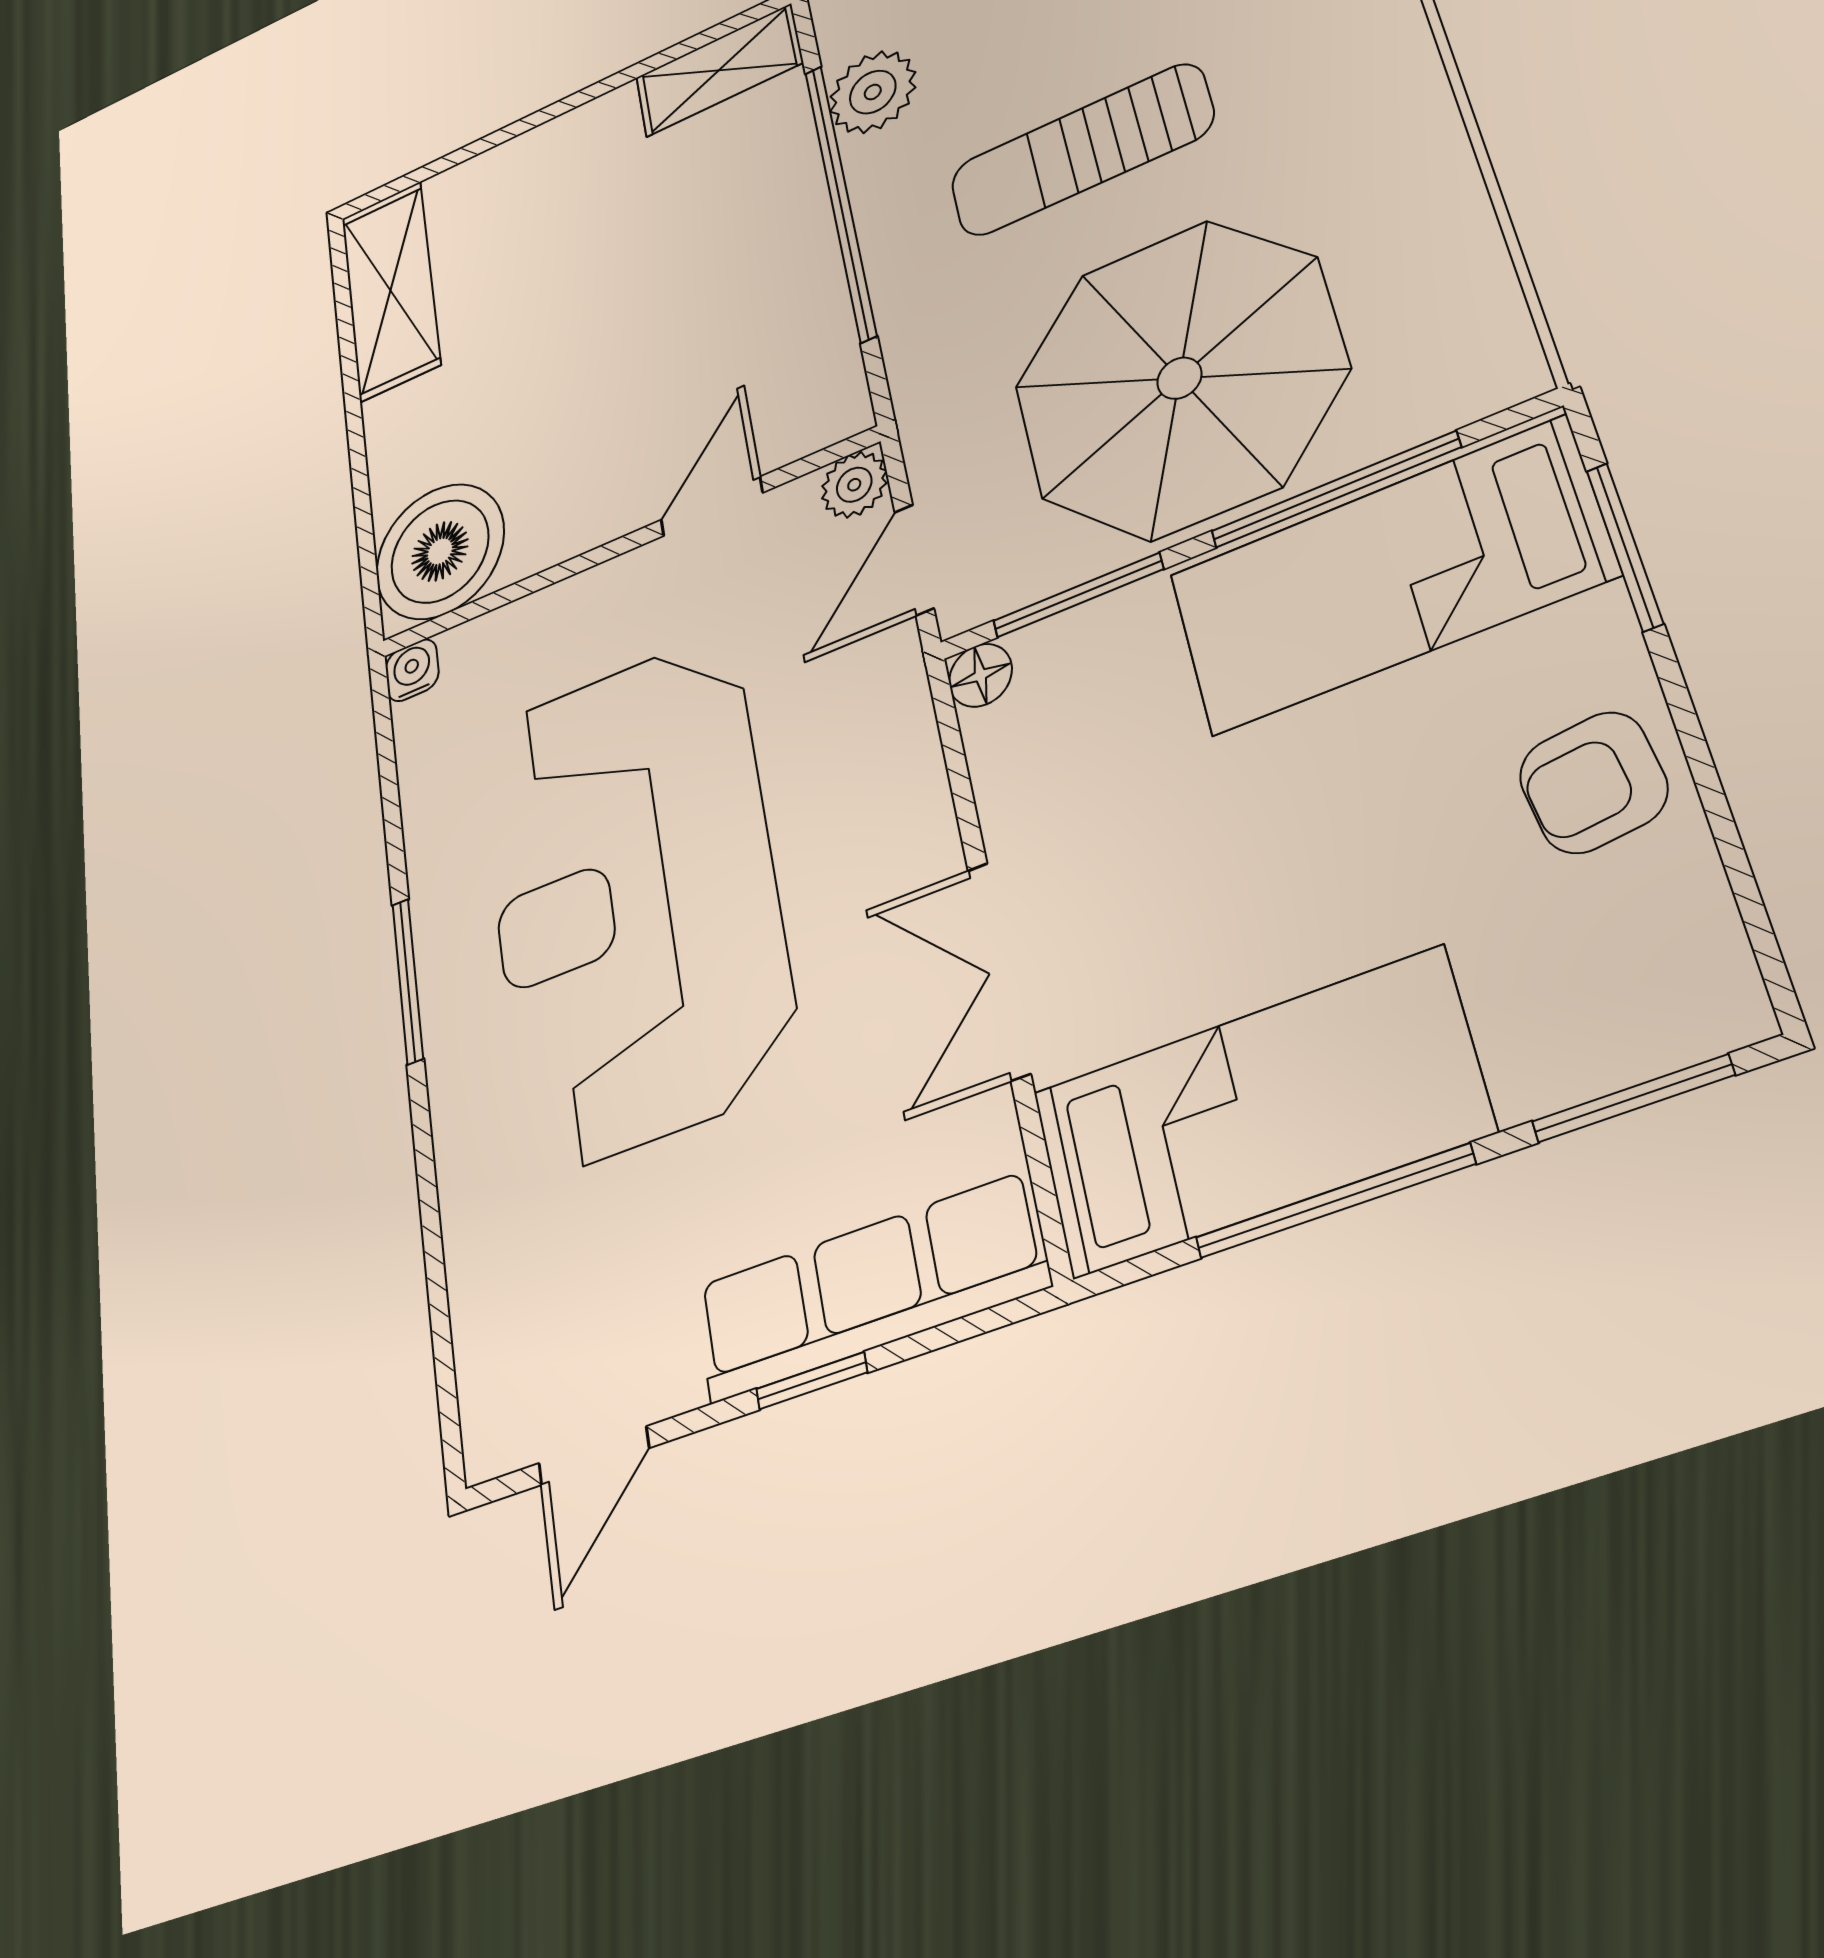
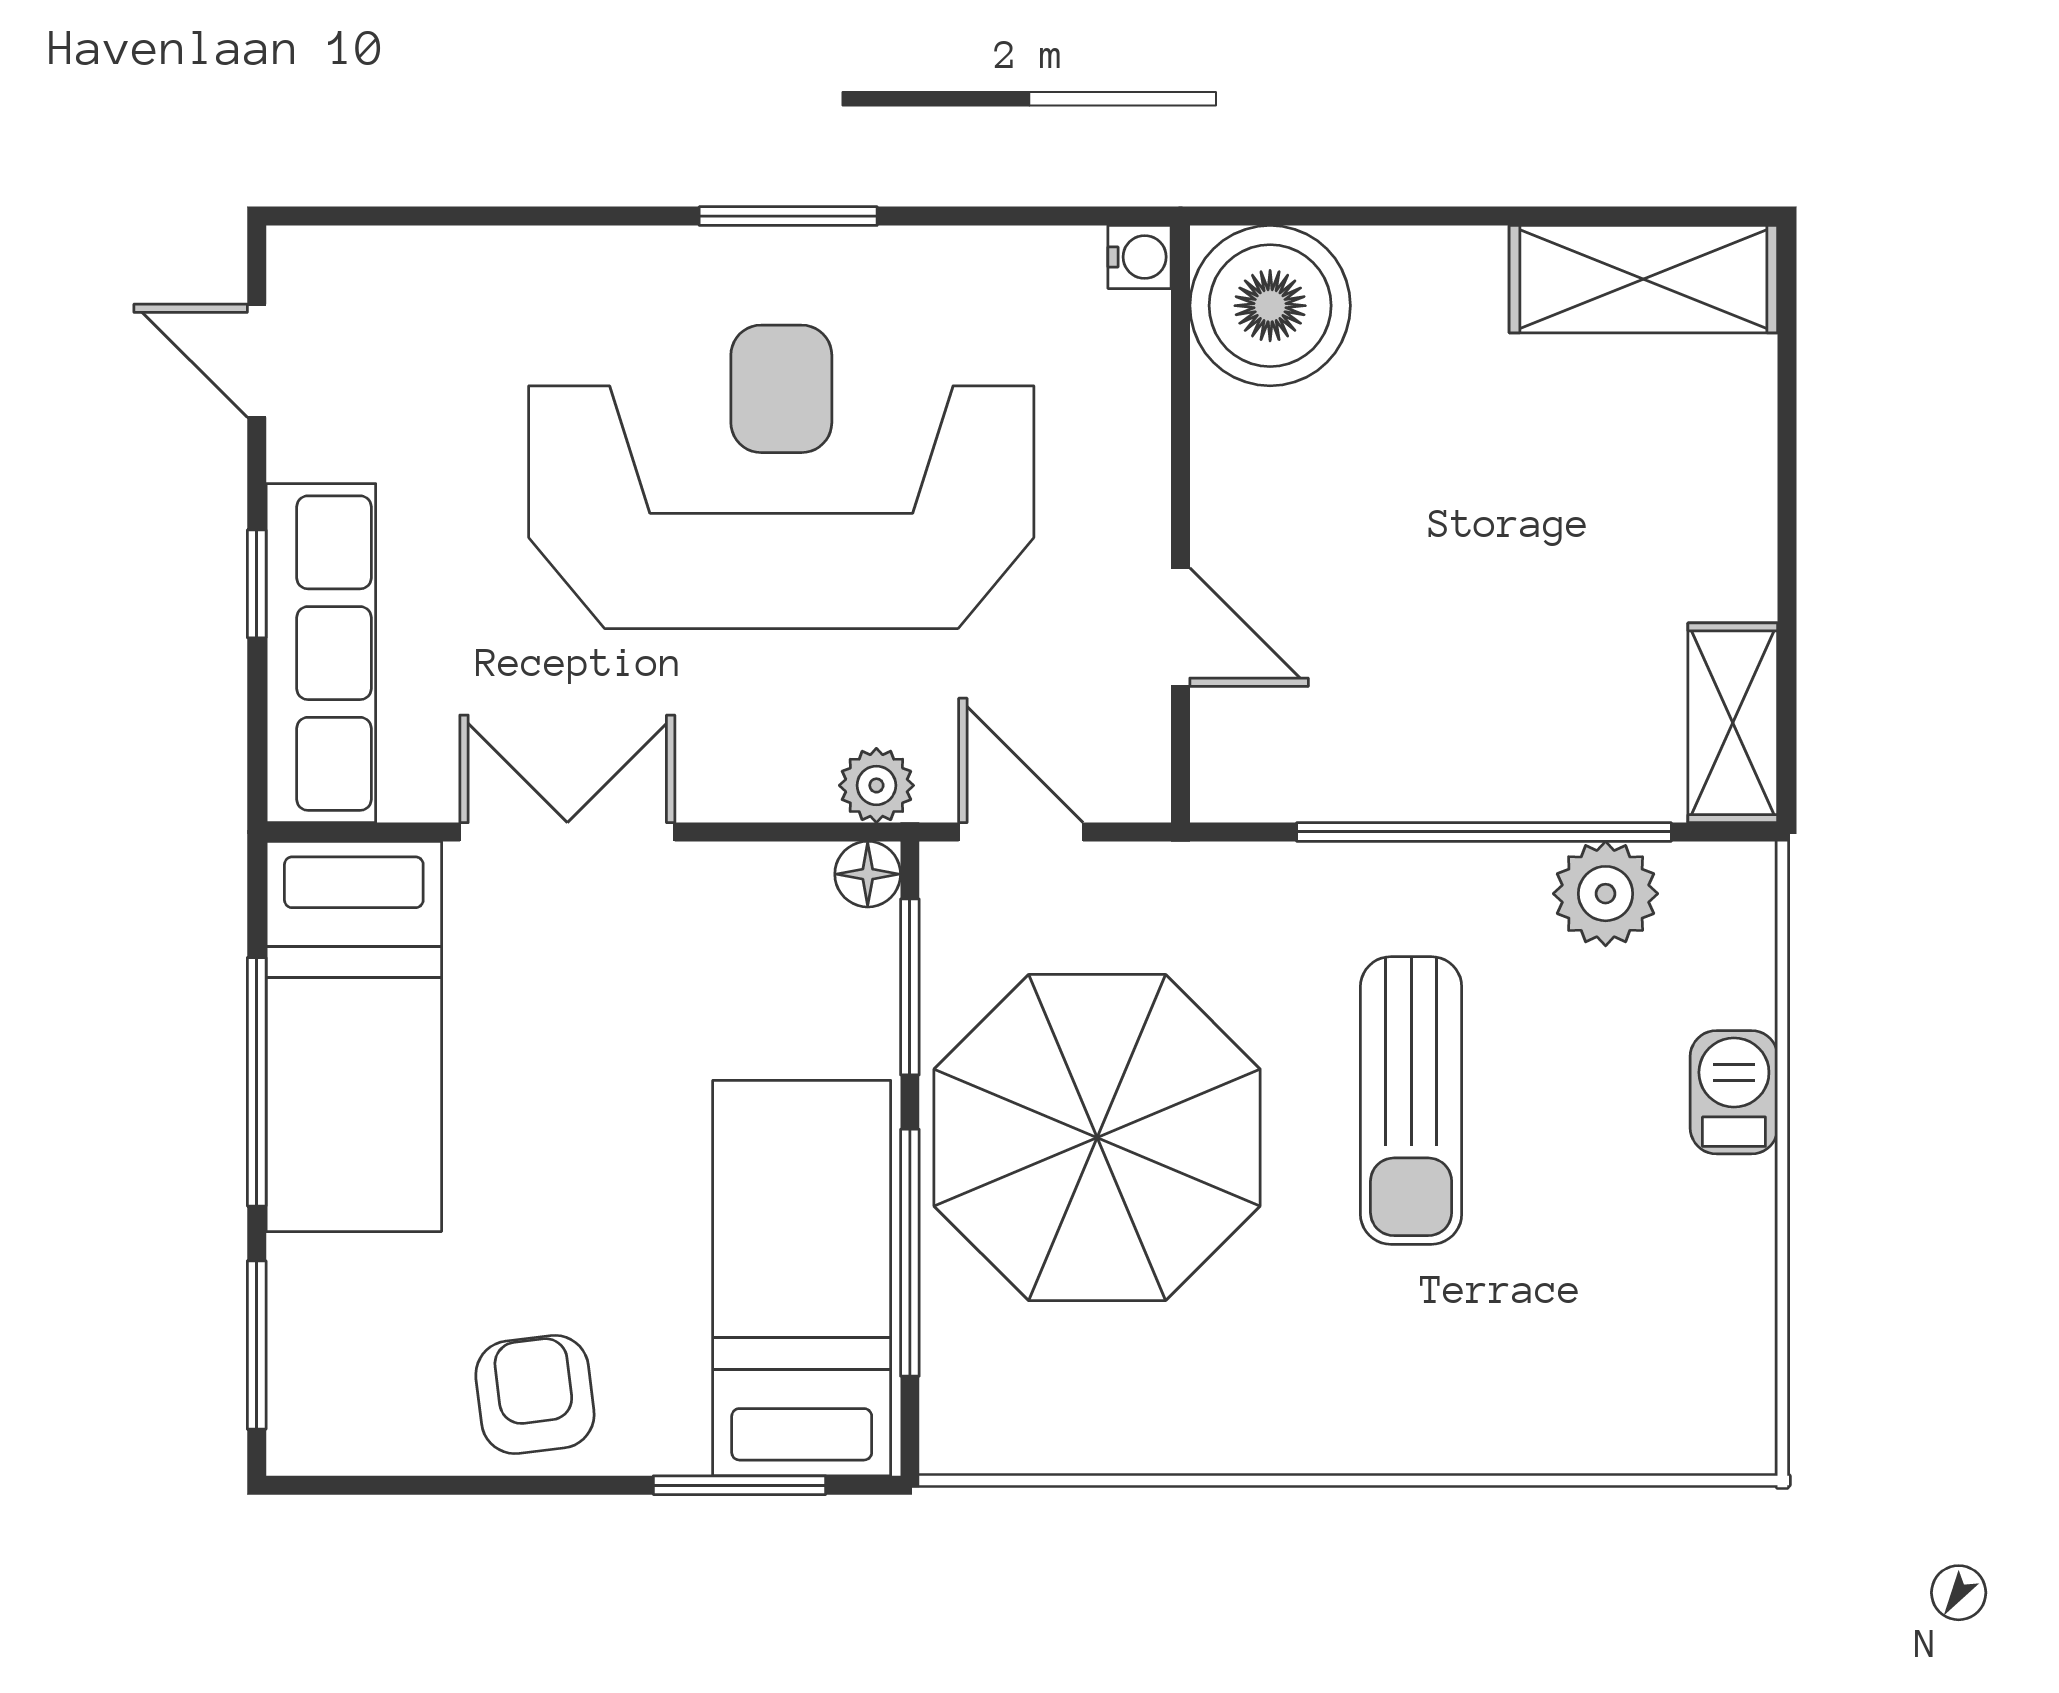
sun lounger: (1081, 150) -> (1411, 1100), turned 180
plant: (854, 485) -> (876, 785), moved

